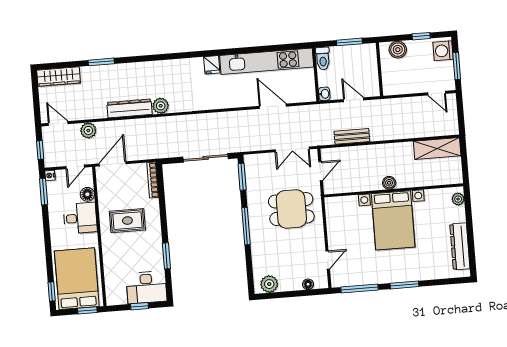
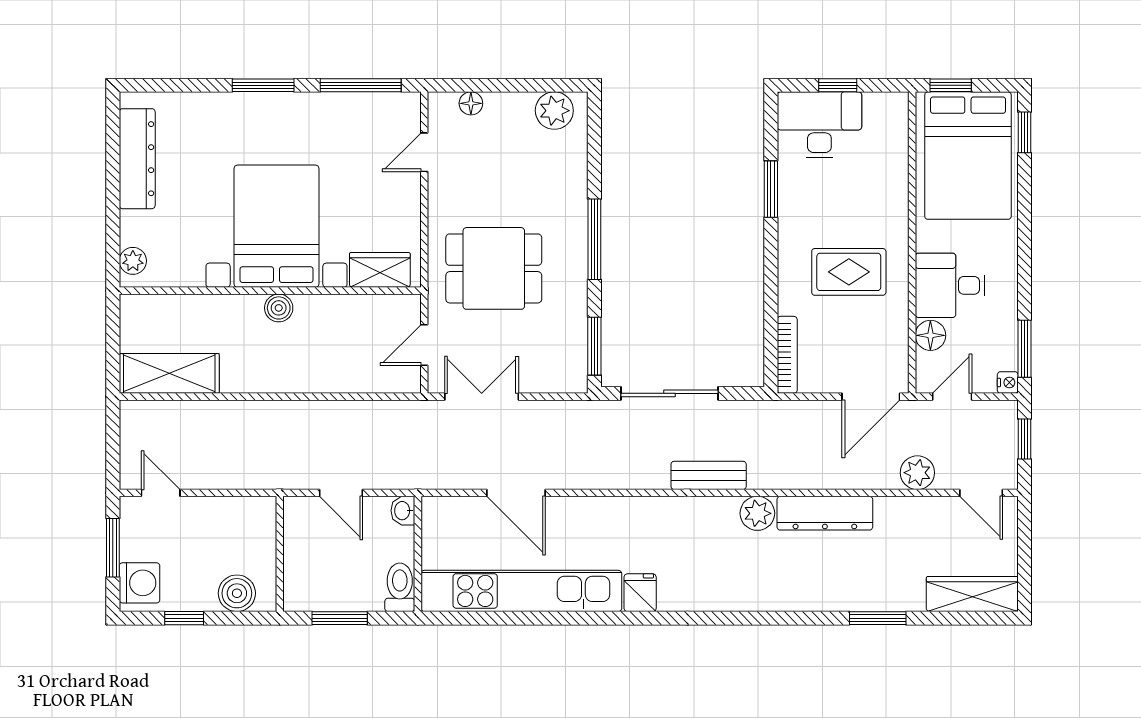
bench: (352, 136) -> (709, 475), moved
wardrobe: (344, 204) -> (380, 270), added

